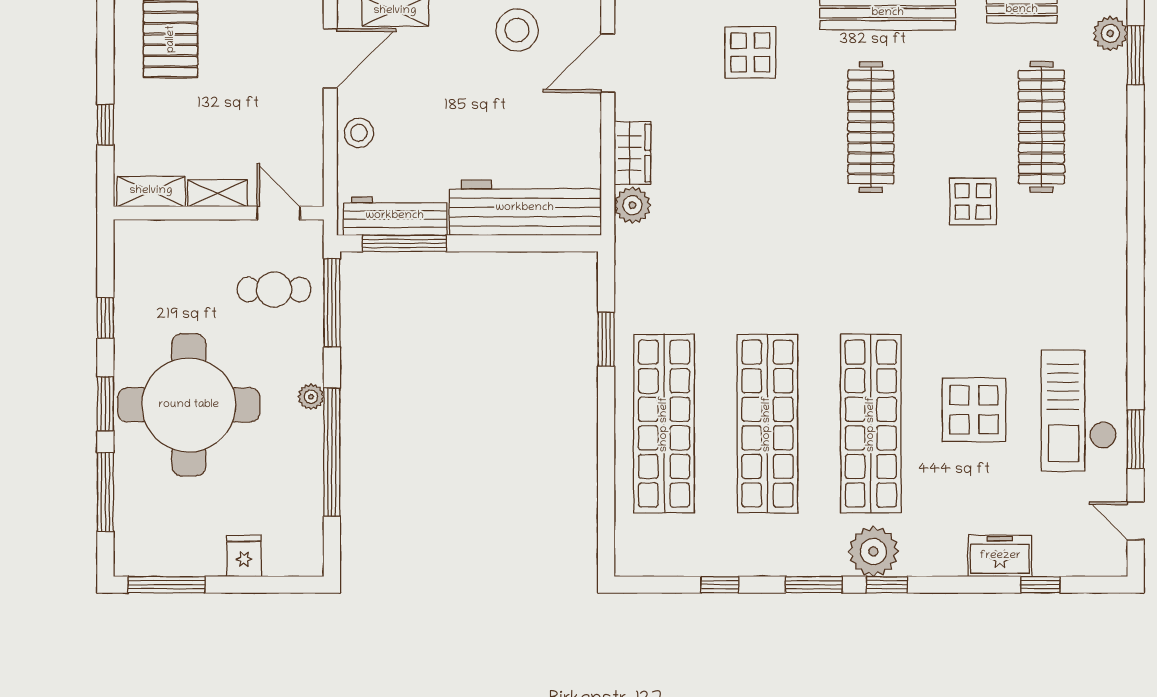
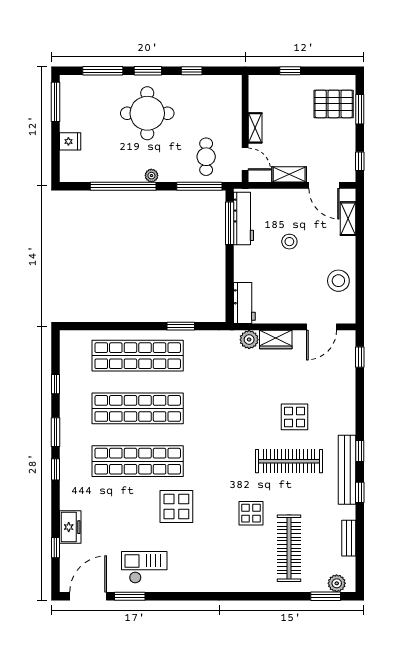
display table: (750, 52) -> (295, 417), moved
door: (608, 63) -> (322, 327), swing flipped
clothes rail: (1041, 127) -> (289, 548), turned 90
stool: (359, 133) -> (289, 242), moved
shelving: (151, 191) -> (289, 174), moved, turned 90
workbench: (525, 208) -> (244, 303), width x0.53, depth x0.76
door: (278, 213) -> (245, 159), hinge flipped
round table: (189, 405) -> (147, 113), width x0.73, depth x0.73
display table: (974, 410) -> (176, 507), moved
checkout: (1079, 411) -> (144, 567), width x0.73, depth x0.83
door: (1136, 521) -> (88, 596), width x1.88
plant: (873, 551) -> (72, 462), removed

